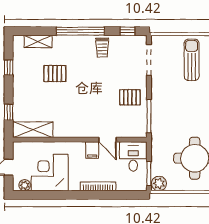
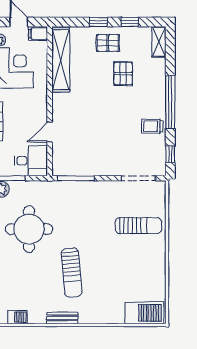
shelving: (38, 41) -> (159, 42), moved
pallet: (130, 97) -> (108, 43), moved, turned 90
window: (9, 112) -> (98, 22), moved
shelving: (33, 130) -> (61, 60), width x1.47
filing cabinet: (92, 150) -> (38, 34), moved

